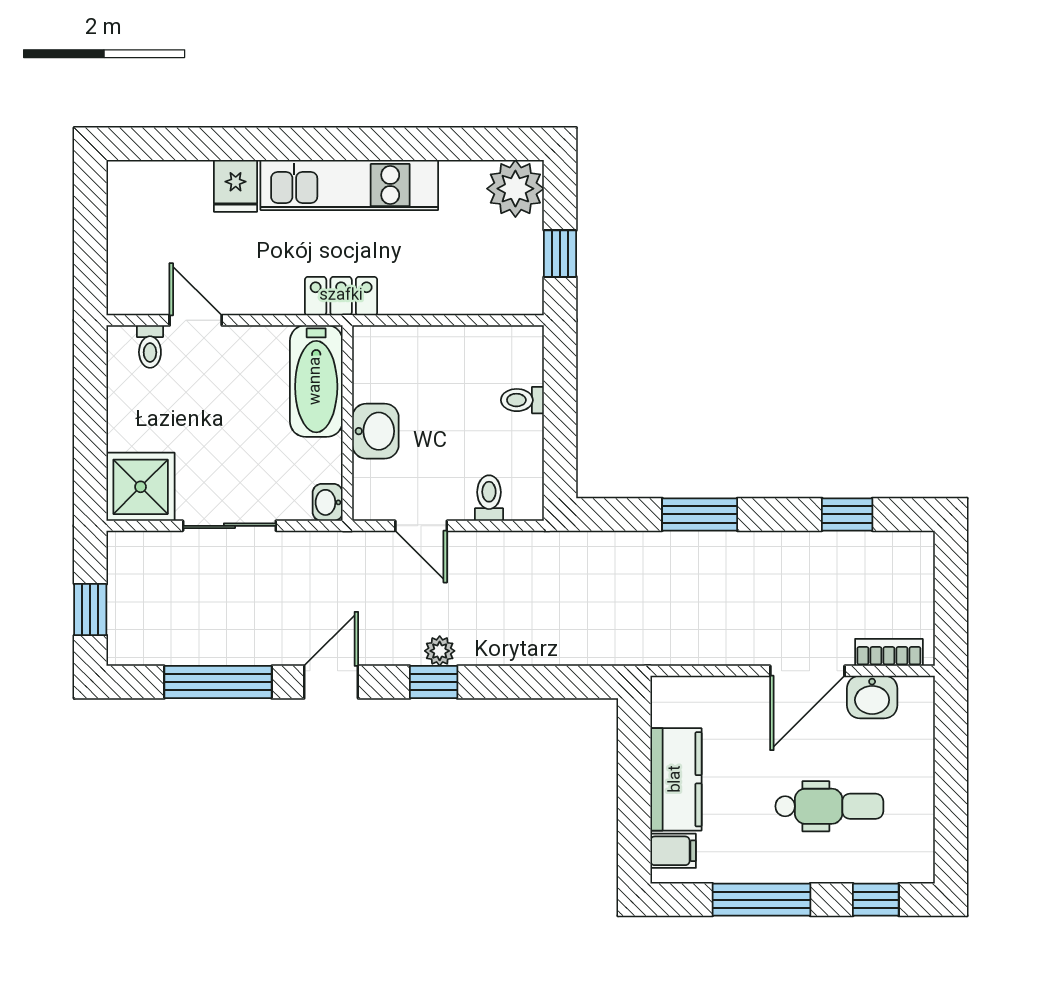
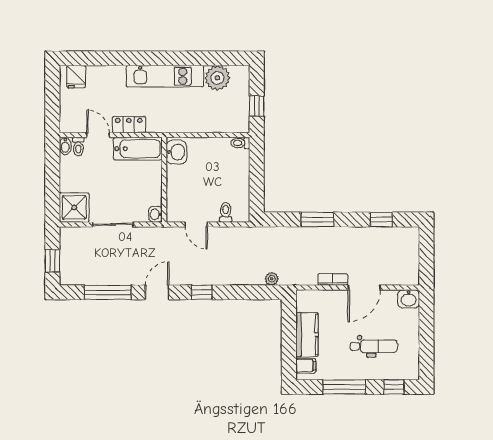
fridge: (236, 186) -> (76, 77), moved
plant: (515, 189) -> (217, 78), moved
locker: (341, 296) -> (129, 125), moved
bidet: (120, 345) -> (65, 146), added
bathtub: (316, 381) -> (138, 149), moved, turned -90
toilet: (522, 400) -> (240, 143), moved
washbasin: (375, 431) -> (176, 152), moved
plant: (440, 651) -> (272, 279), moved
bookcase: (889, 652) -> (333, 279), moved
washbasin: (872, 697) -> (409, 299), moved

